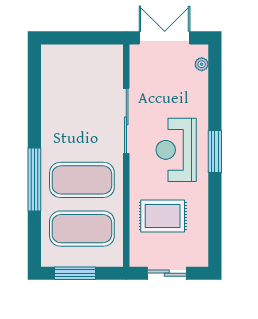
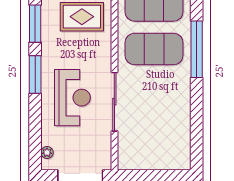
reception desk: (176, 150) -> (72, 98), moved
window: (215, 208) -> (35, 24), added

